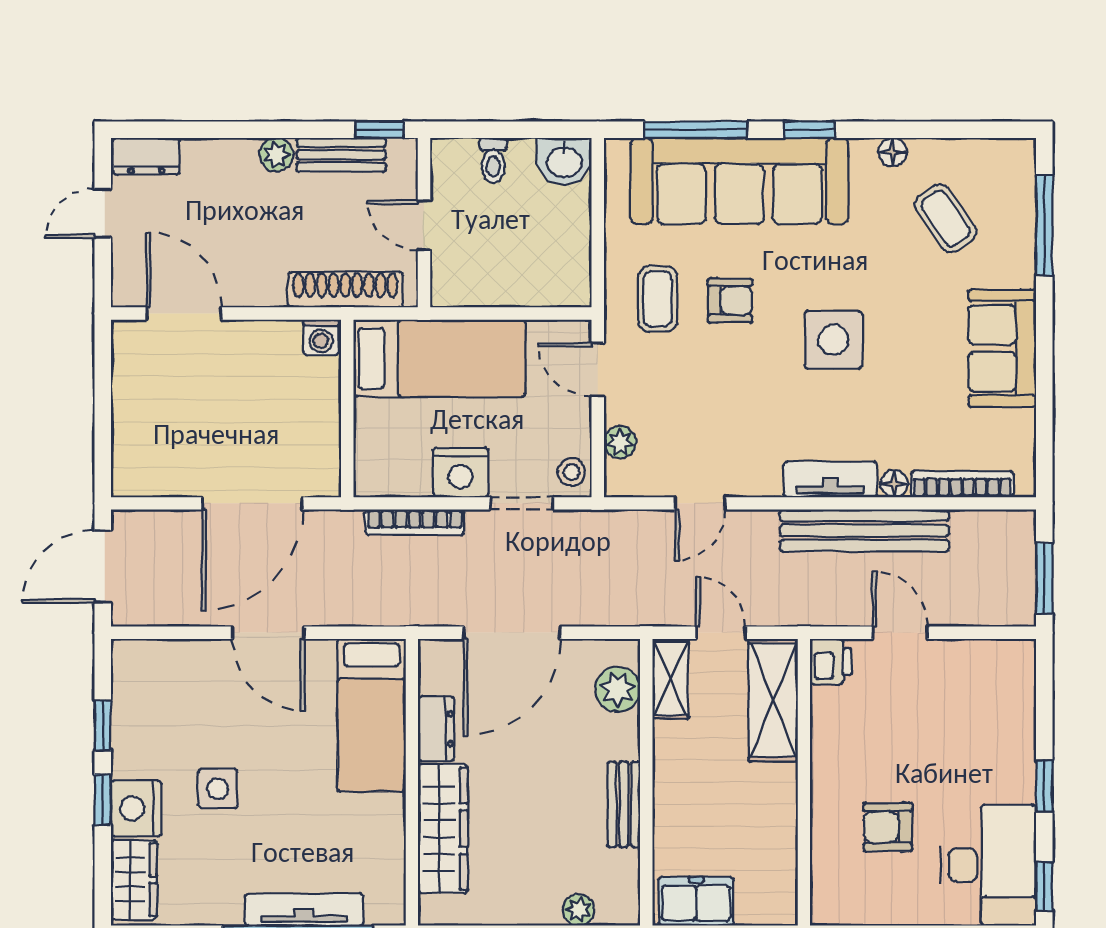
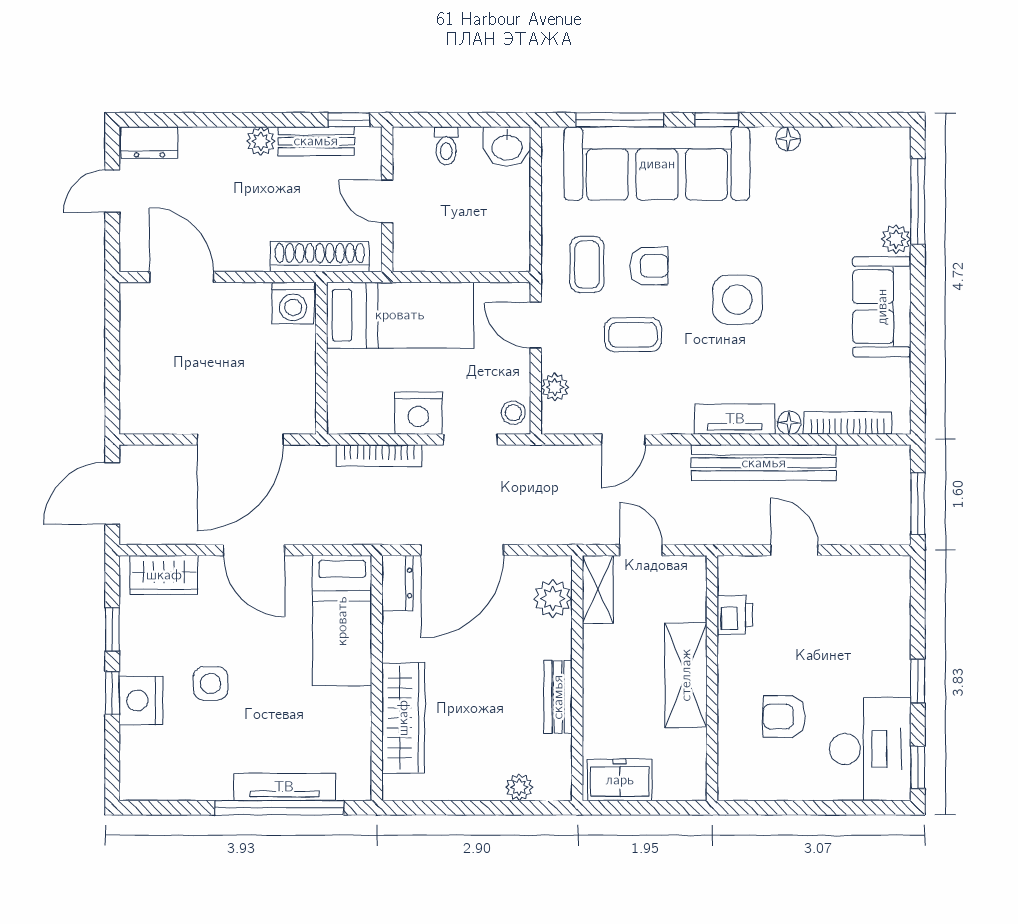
coffee table: (946, 218) -> (633, 335), moved, turned -55
plant: (1019, 269) -> (896, 239), added
washing machine: (321, 337) -> (293, 303), width x1.38, depth x1.38
printer: (831, 662) -> (735, 615), moved
shelving: (773, 700) -> (686, 675), moved
dresser: (436, 729) -> (397, 583), moved
wardrobe: (134, 880) -> (164, 575), moved, turned 90

